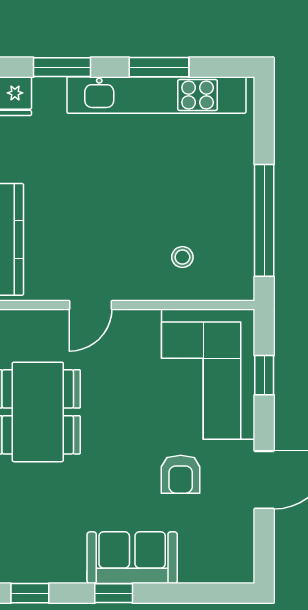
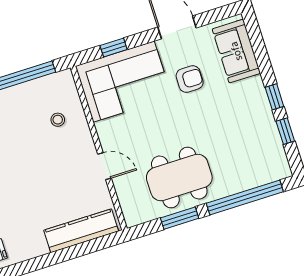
sofa: (132, 558) -> (236, 51), moved
window: (30, 593) -> (285, 131), moved

